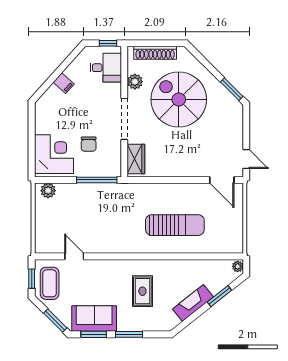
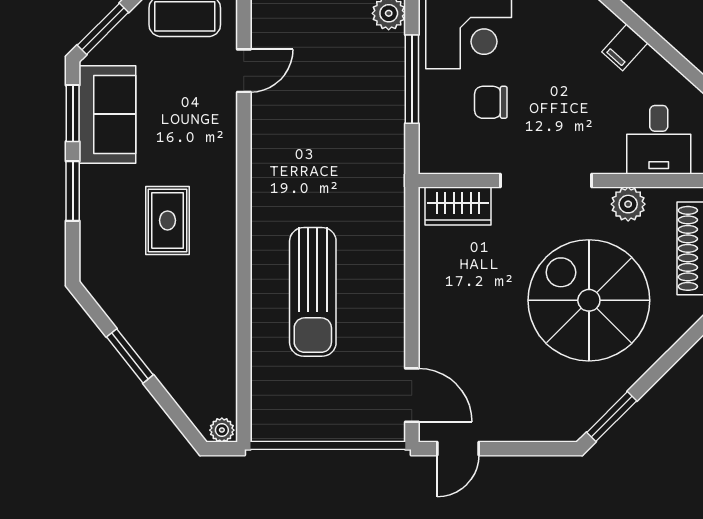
spiral stairs: (179, 99) -> (589, 300), turned -90
window: (97, 180) -> (412, 79), moved
door: (222, 180) -> (412, 395), swing flipped
rug: (142, 291) -> (167, 220), turned 90
window: (219, 296) -> (130, 356), moved
fireplace: (193, 303) -> (142, 332), removed

